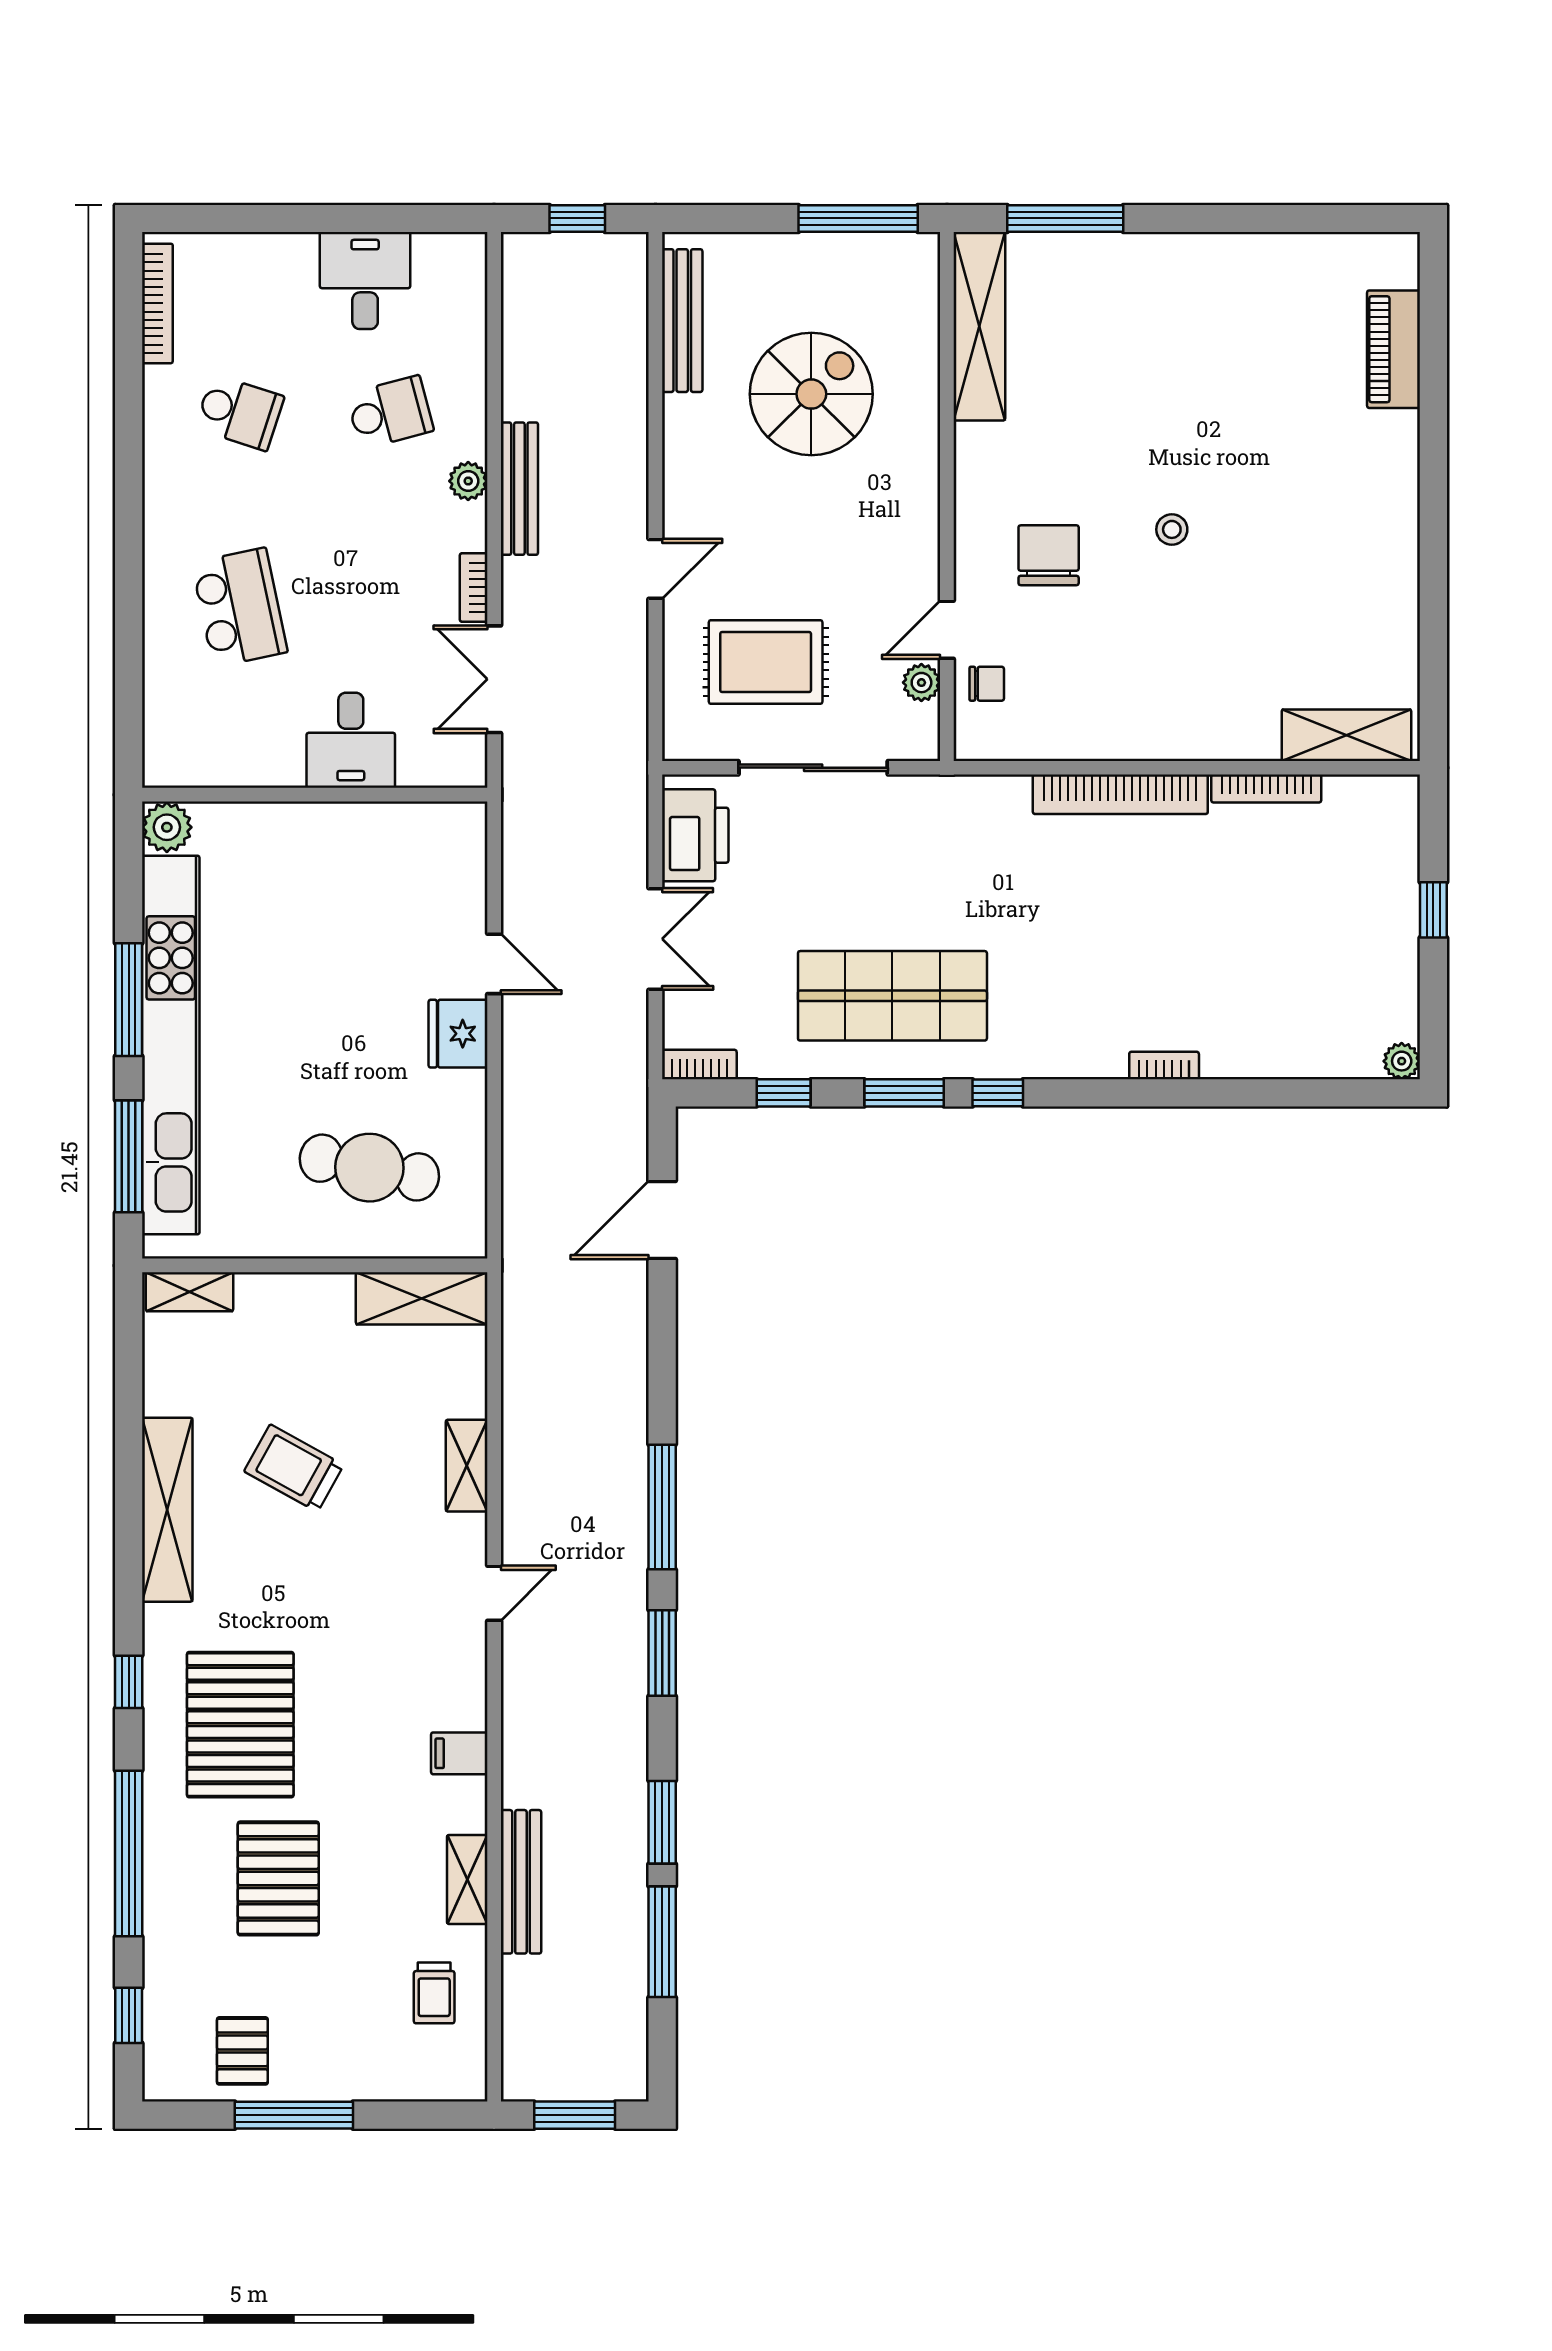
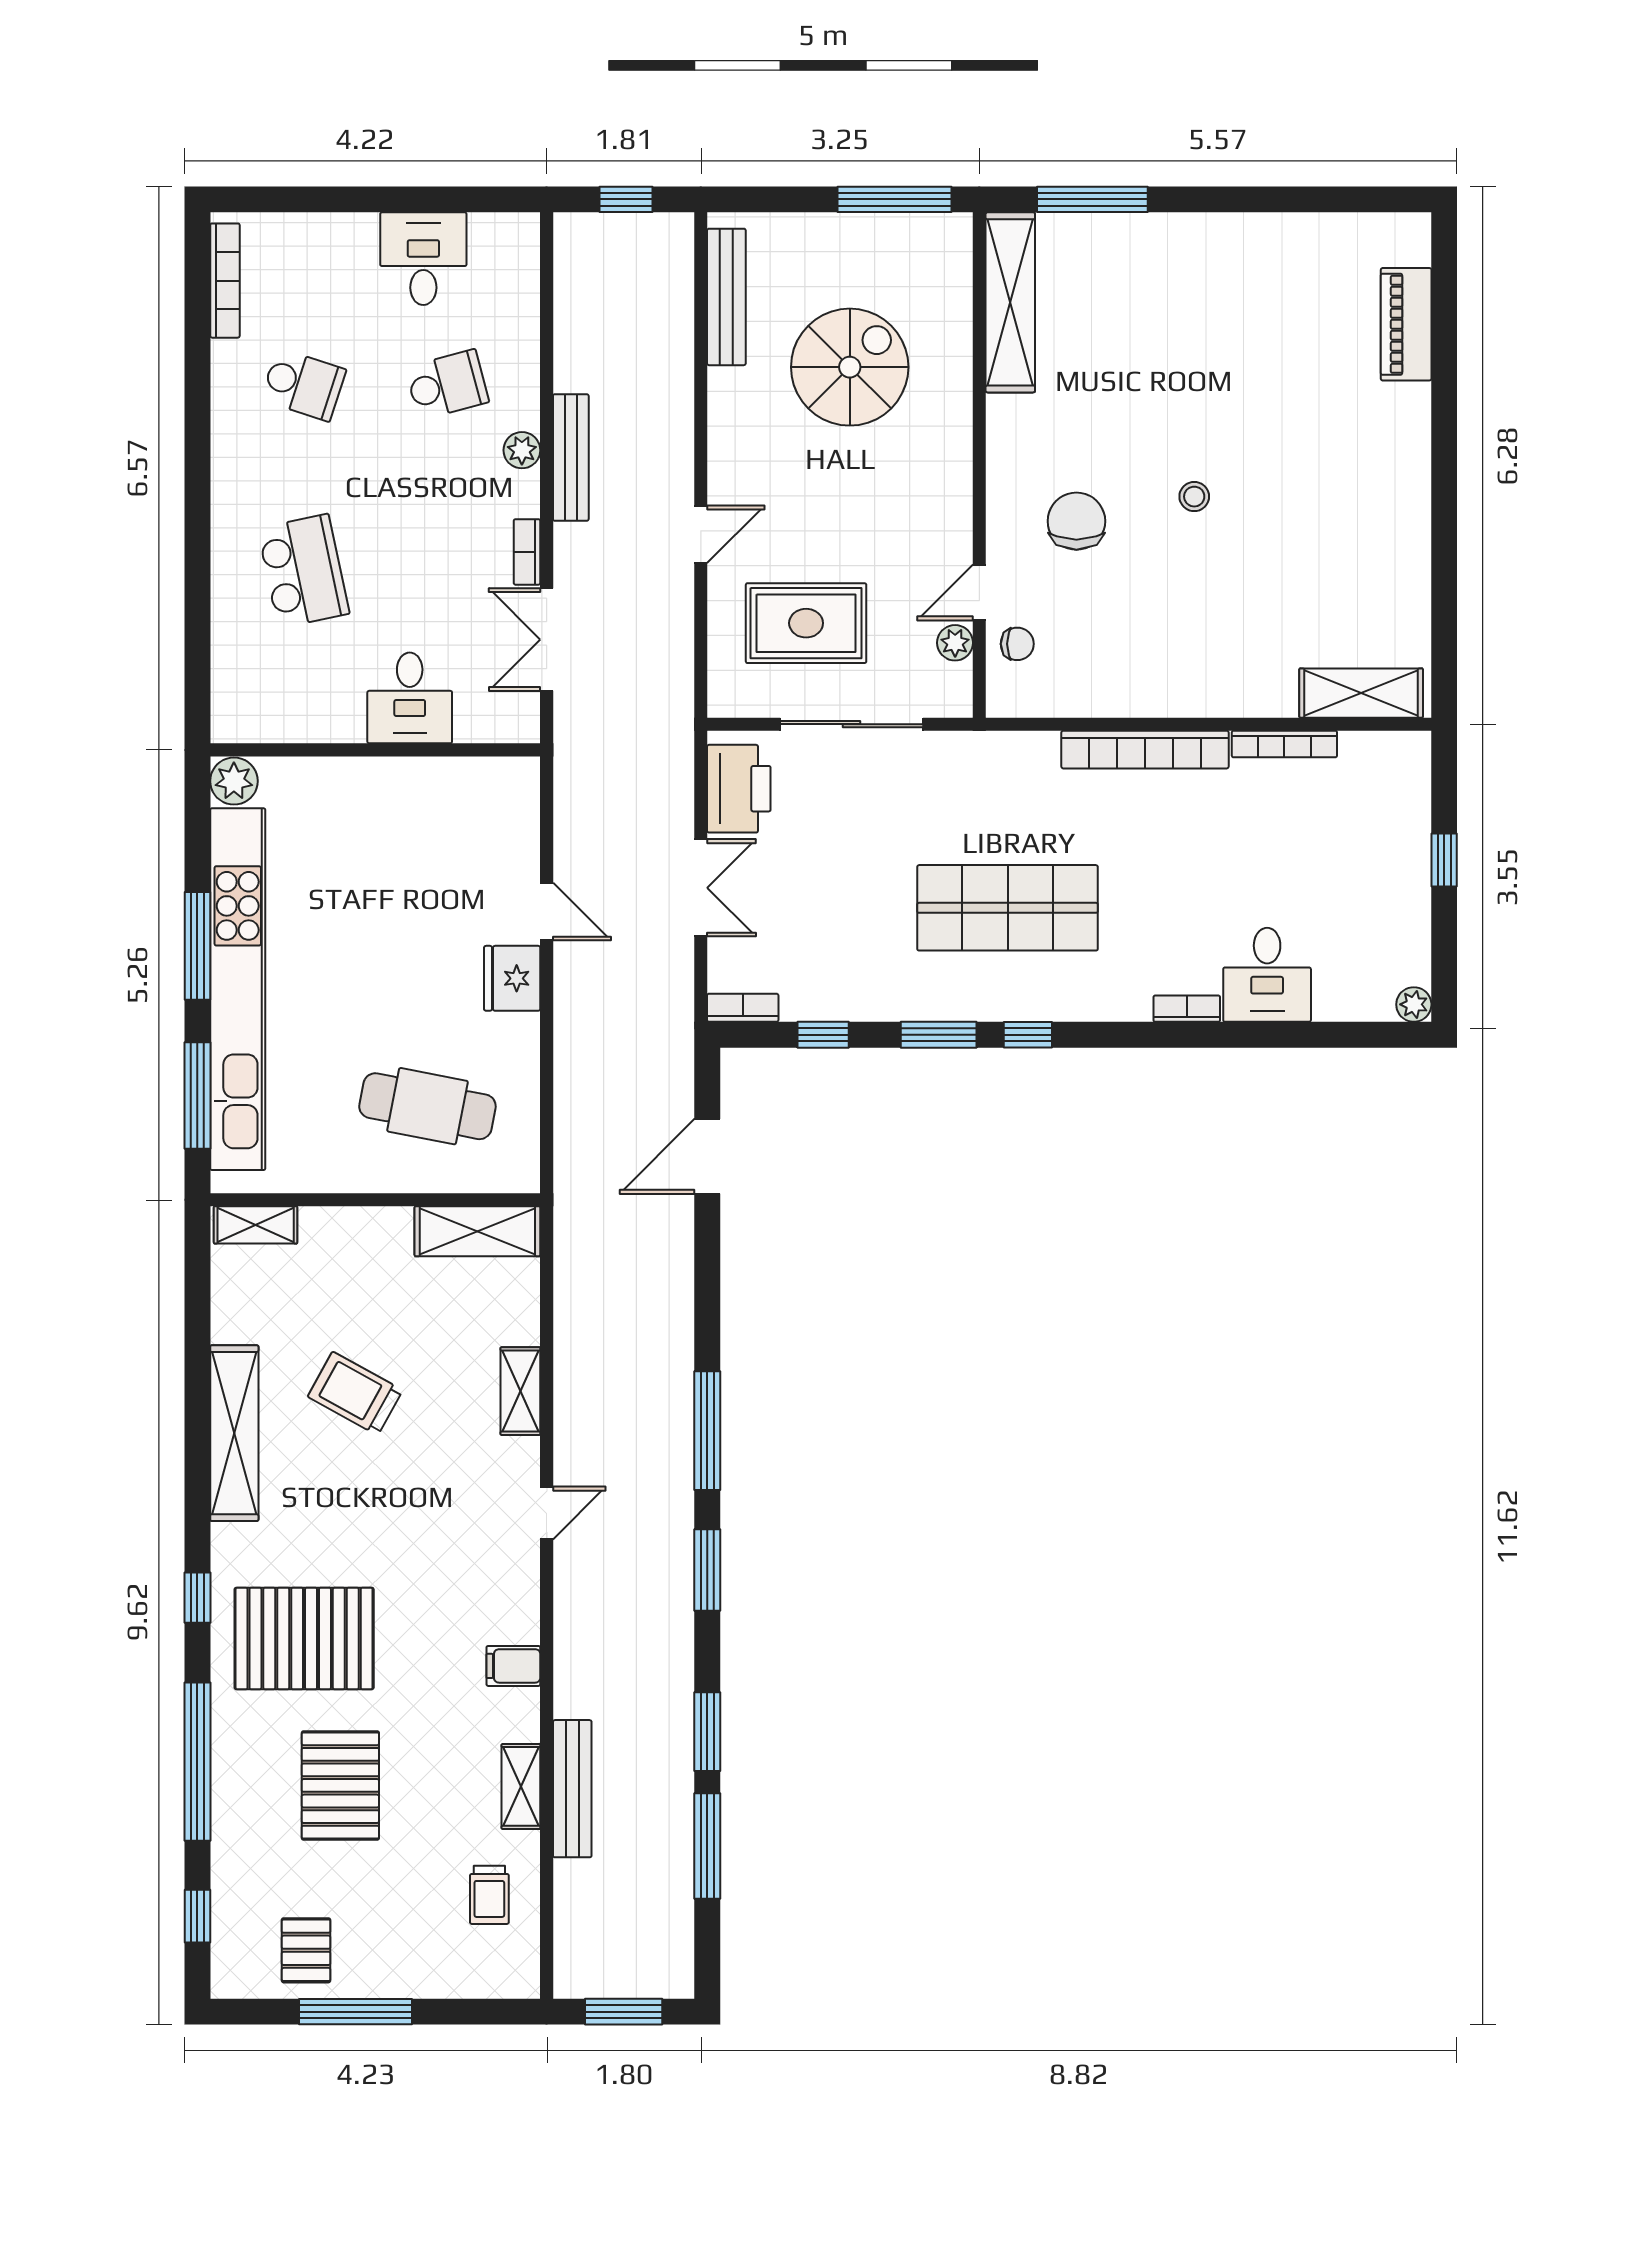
shop shelf: (892, 996) -> (1008, 908), moved
desk: (1248, 1030) -> (1267, 975), added
pallet: (240, 1725) -> (304, 1638), turned 90

